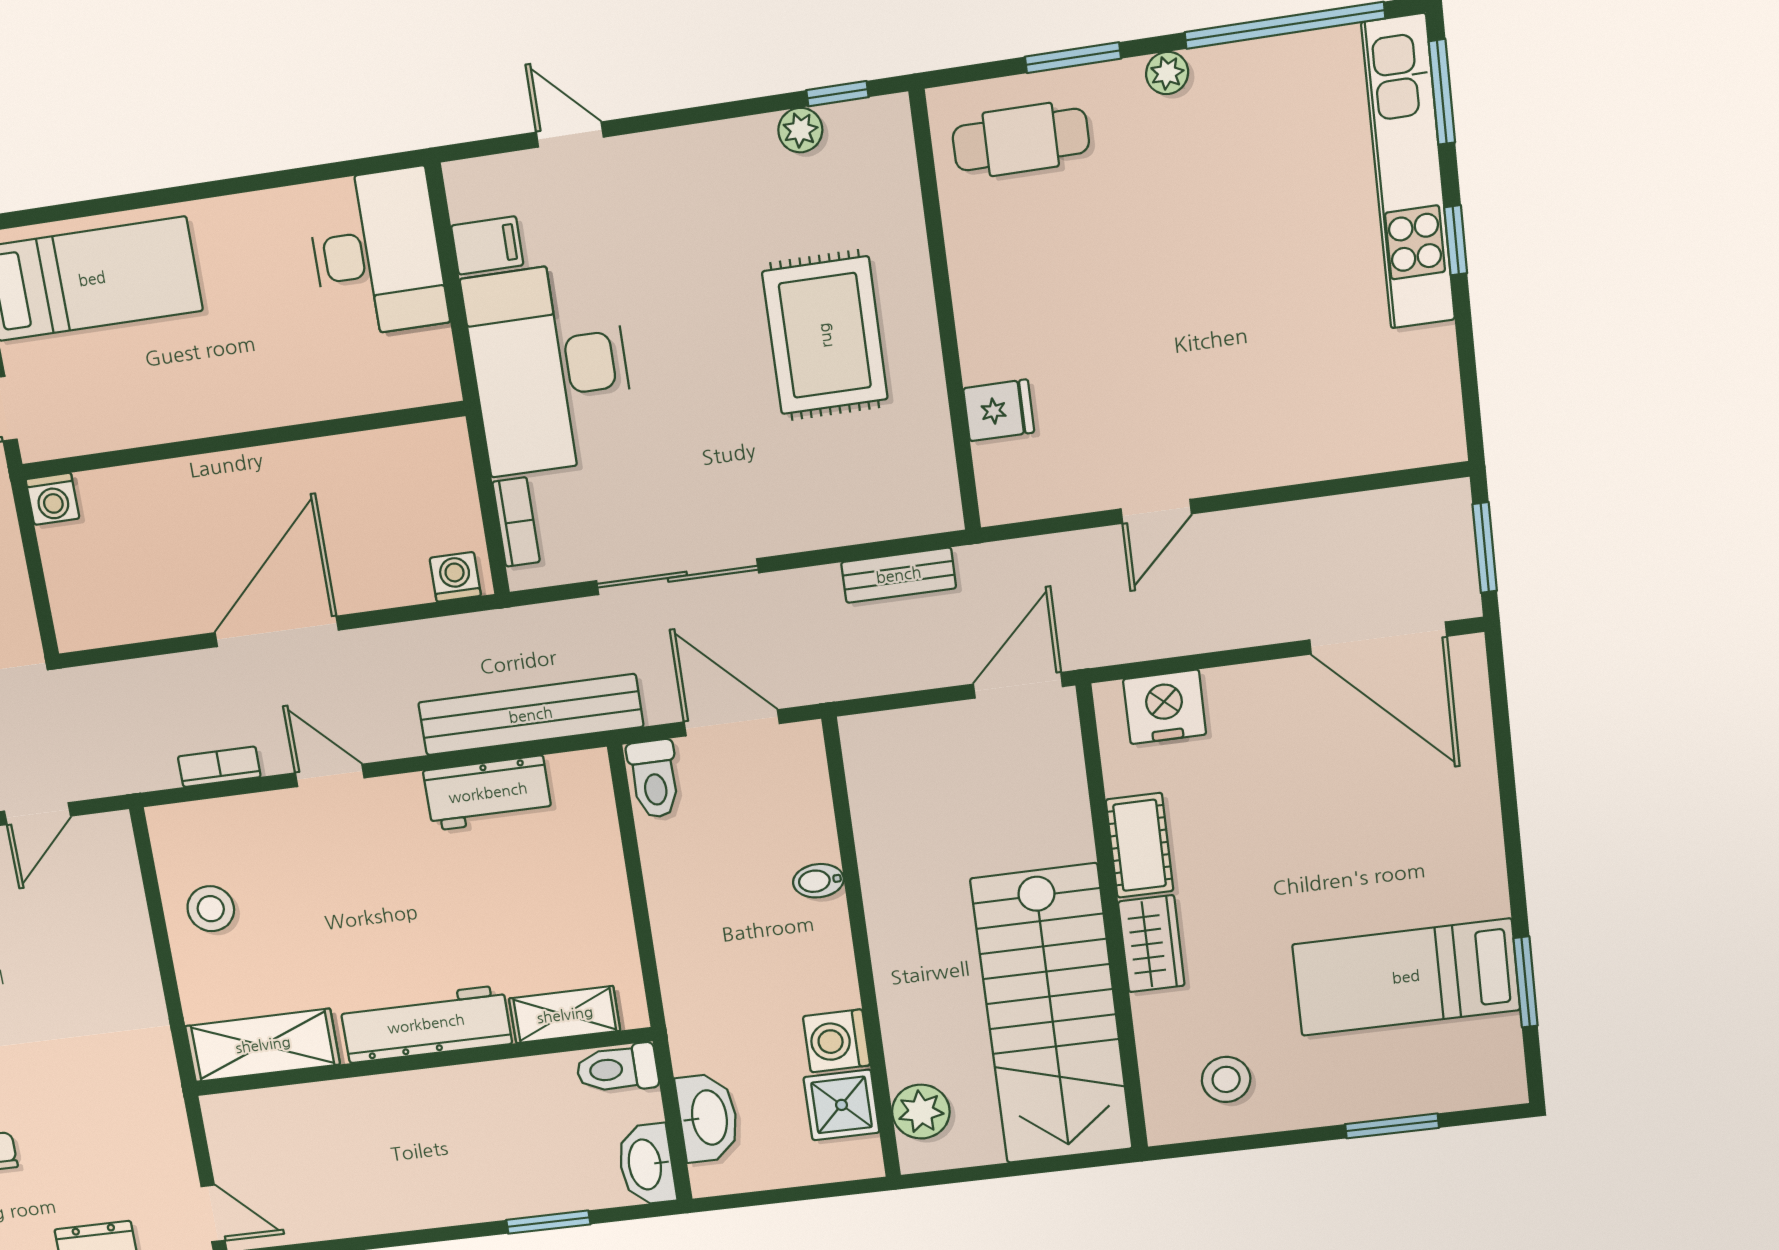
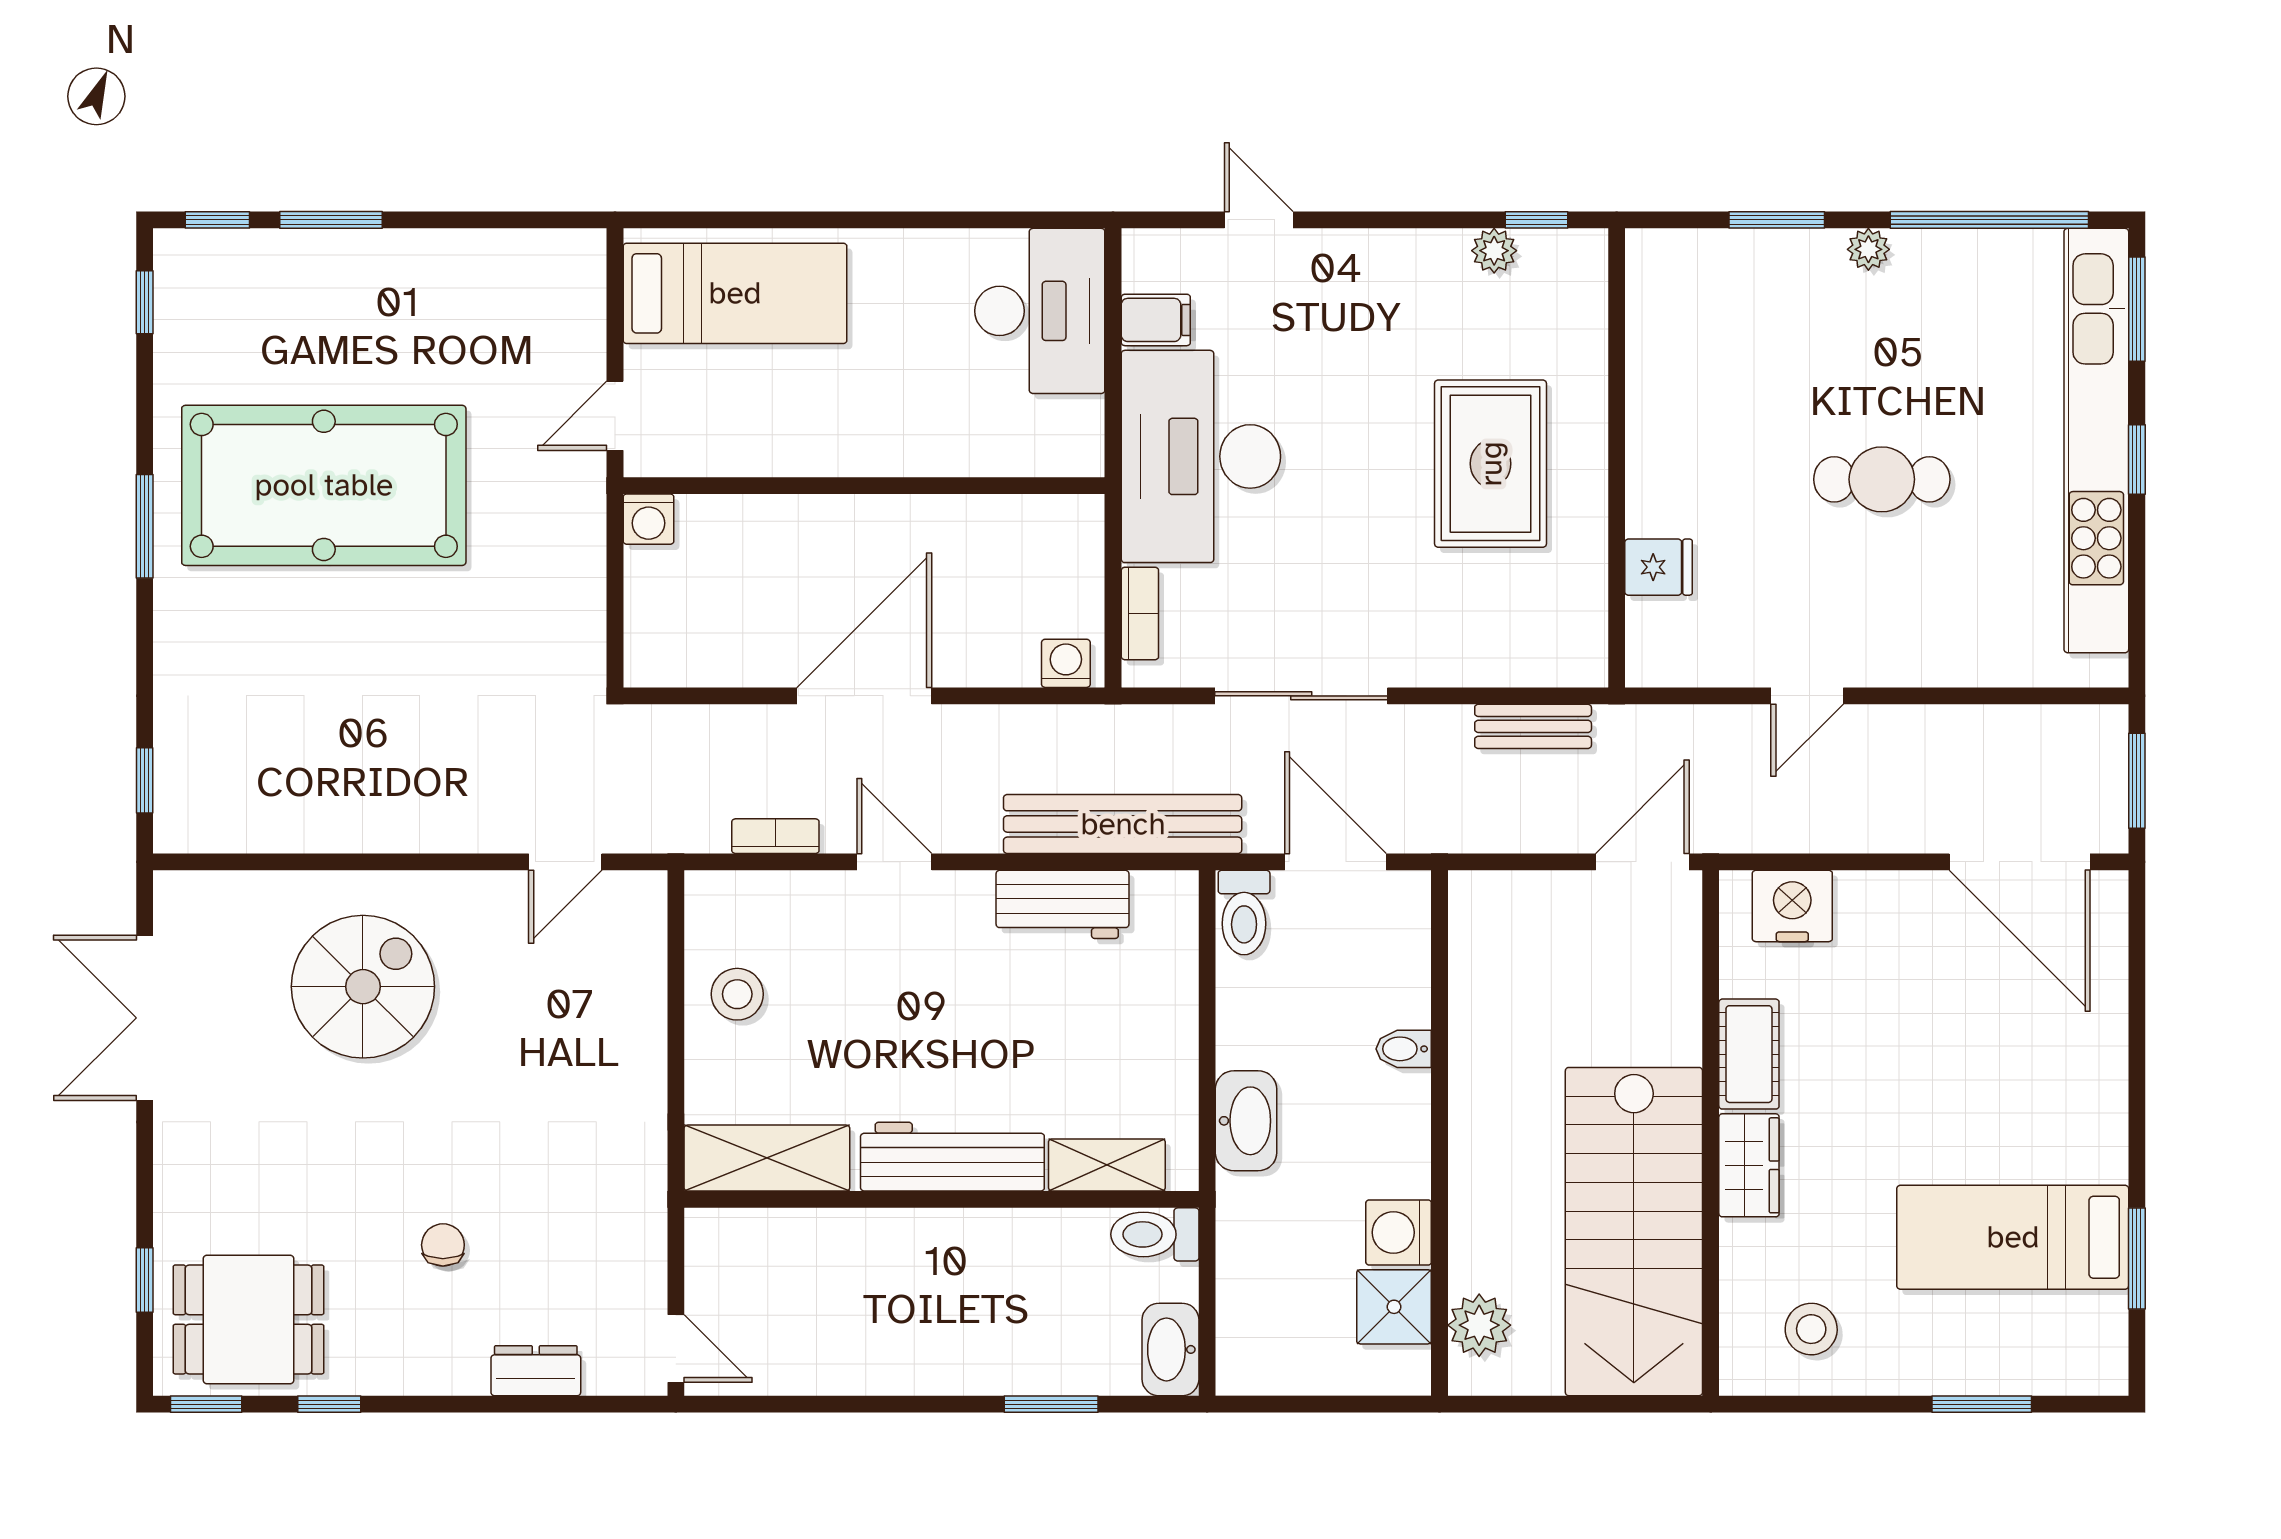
cafe table: (1021, 140) -> (1882, 479), moved
kitchen unit: (1408, 172) -> (2096, 441), width x1.36
washbasin: (708, 1118) -> (1246, 1121), moved

